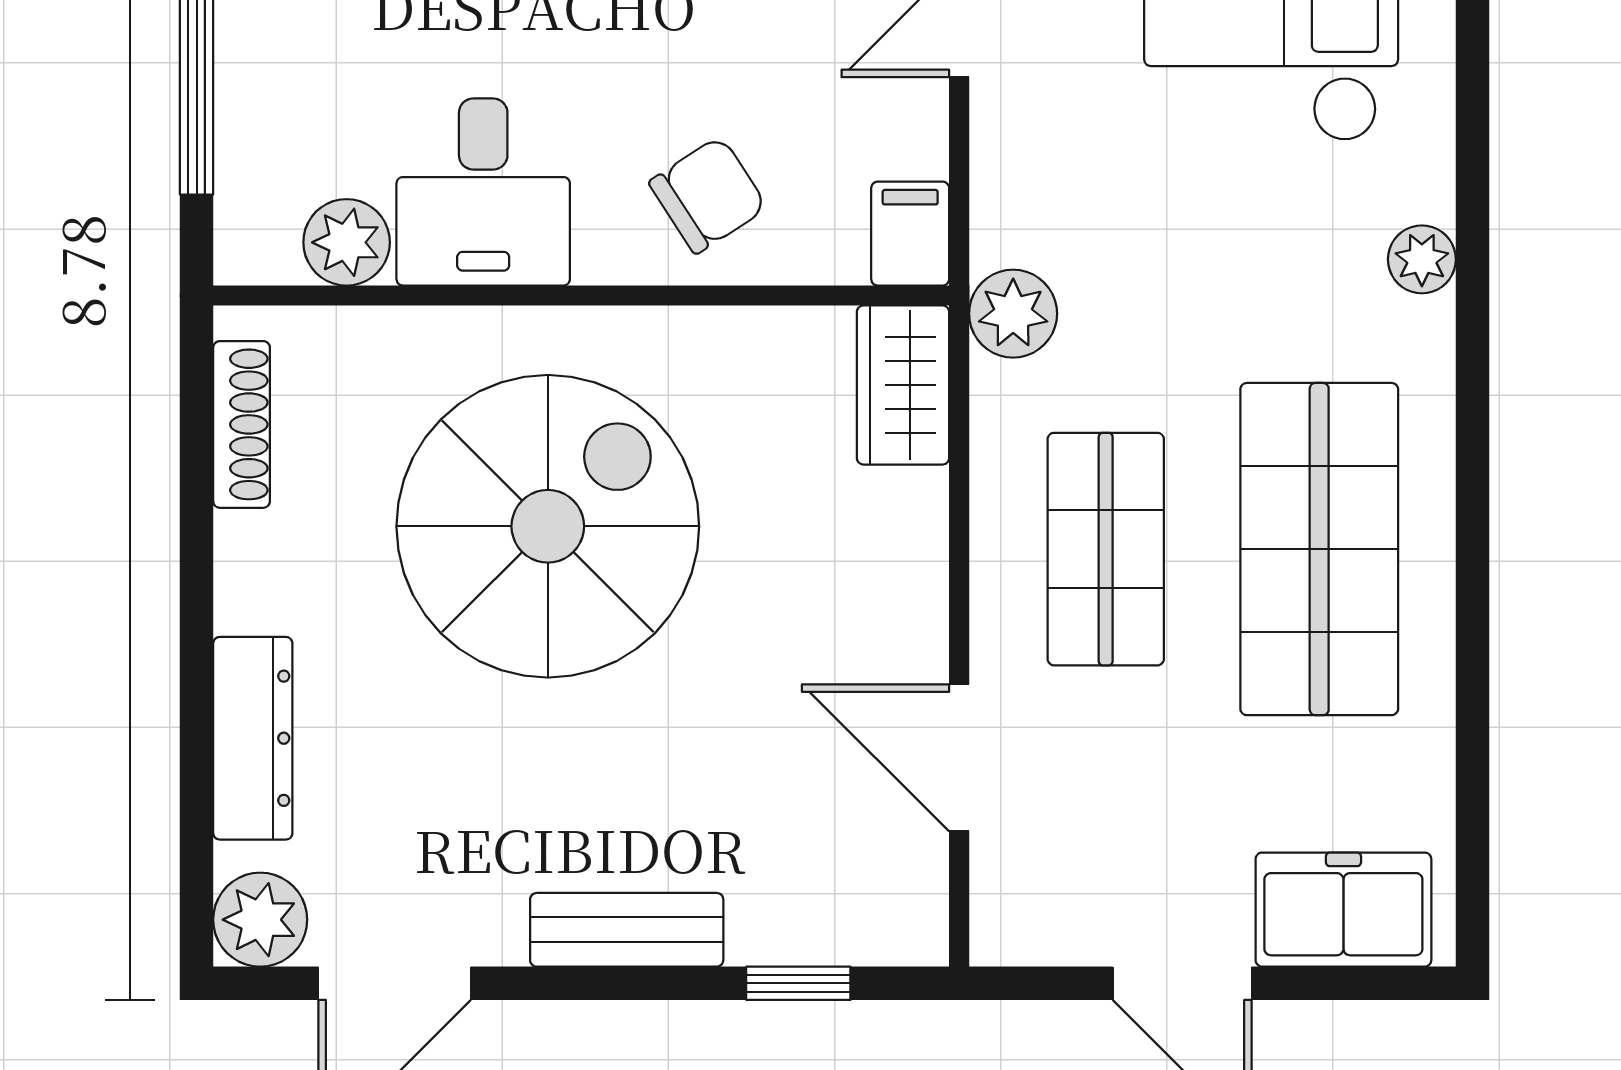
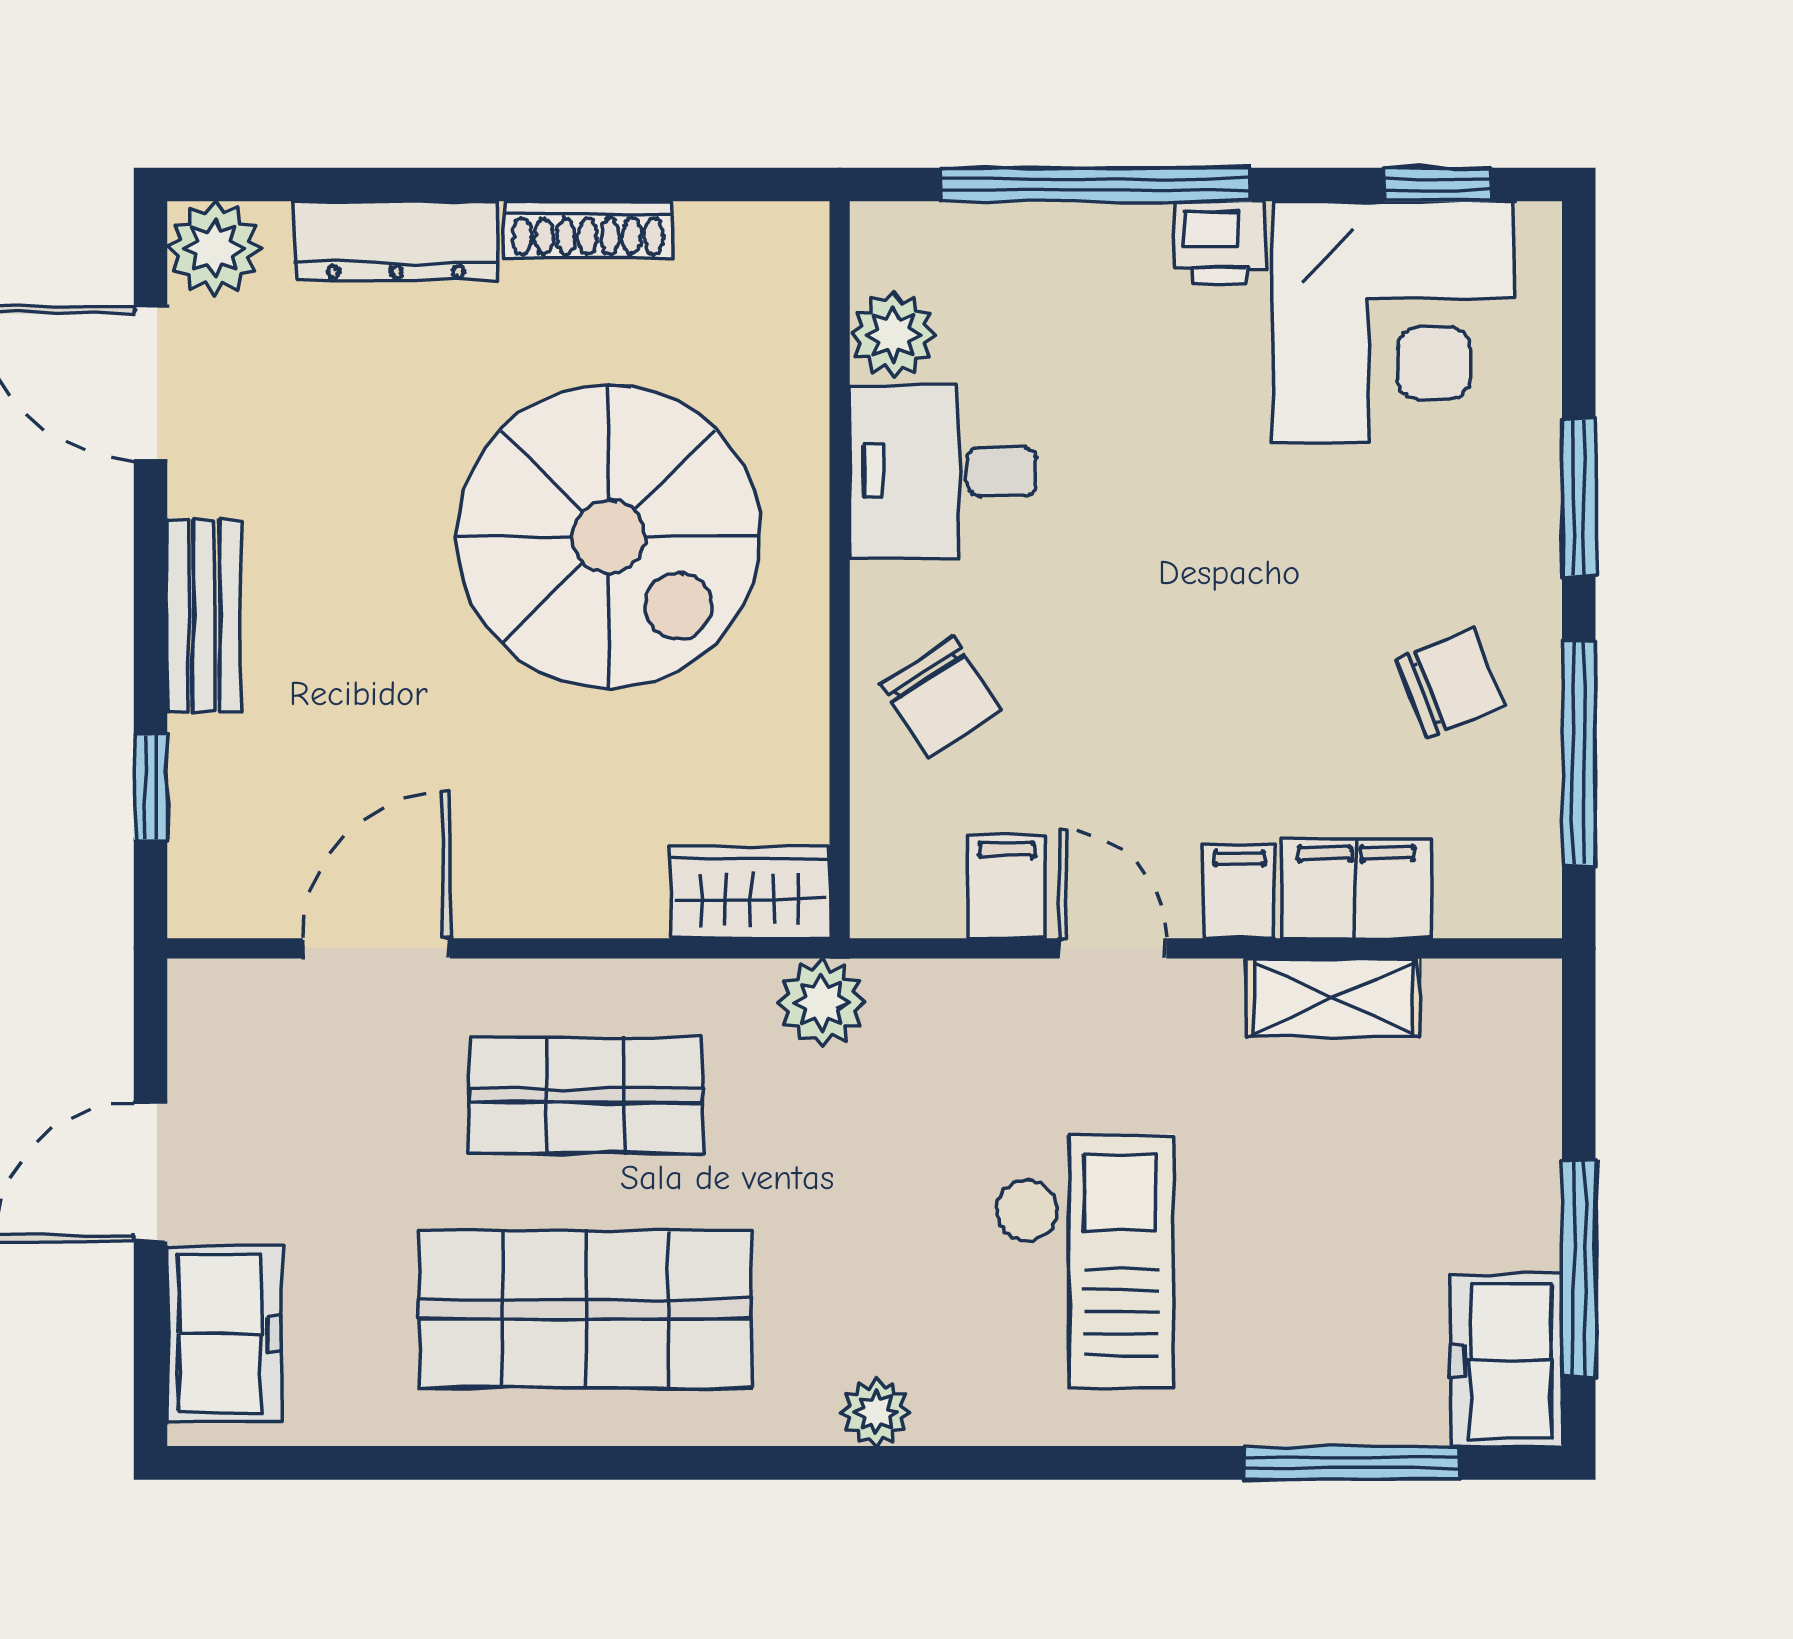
filing cabinet: (910, 234) -> (1007, 886), moved, turned -90
shoe rack: (242, 424) -> (588, 229), moved

